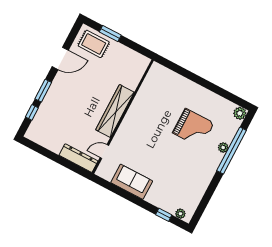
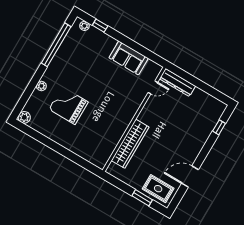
window: (43, 91) -> (207, 147), removed
wardrobe: (115, 111) -> (130, 144), moved
window: (232, 151) -> (56, 45), moved

